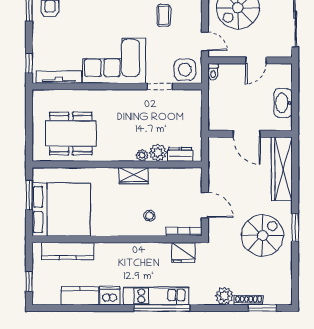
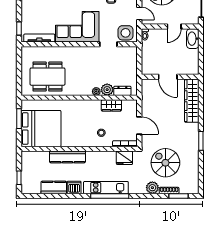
washbasin: (283, 103) -> (193, 39), moved
wardrobe: (134, 176) -> (111, 105), moved
spiral stairs: (263, 236) -> (165, 163), moved, turned -90
kitchen counter: (68, 251) -> (67, 157), moved

